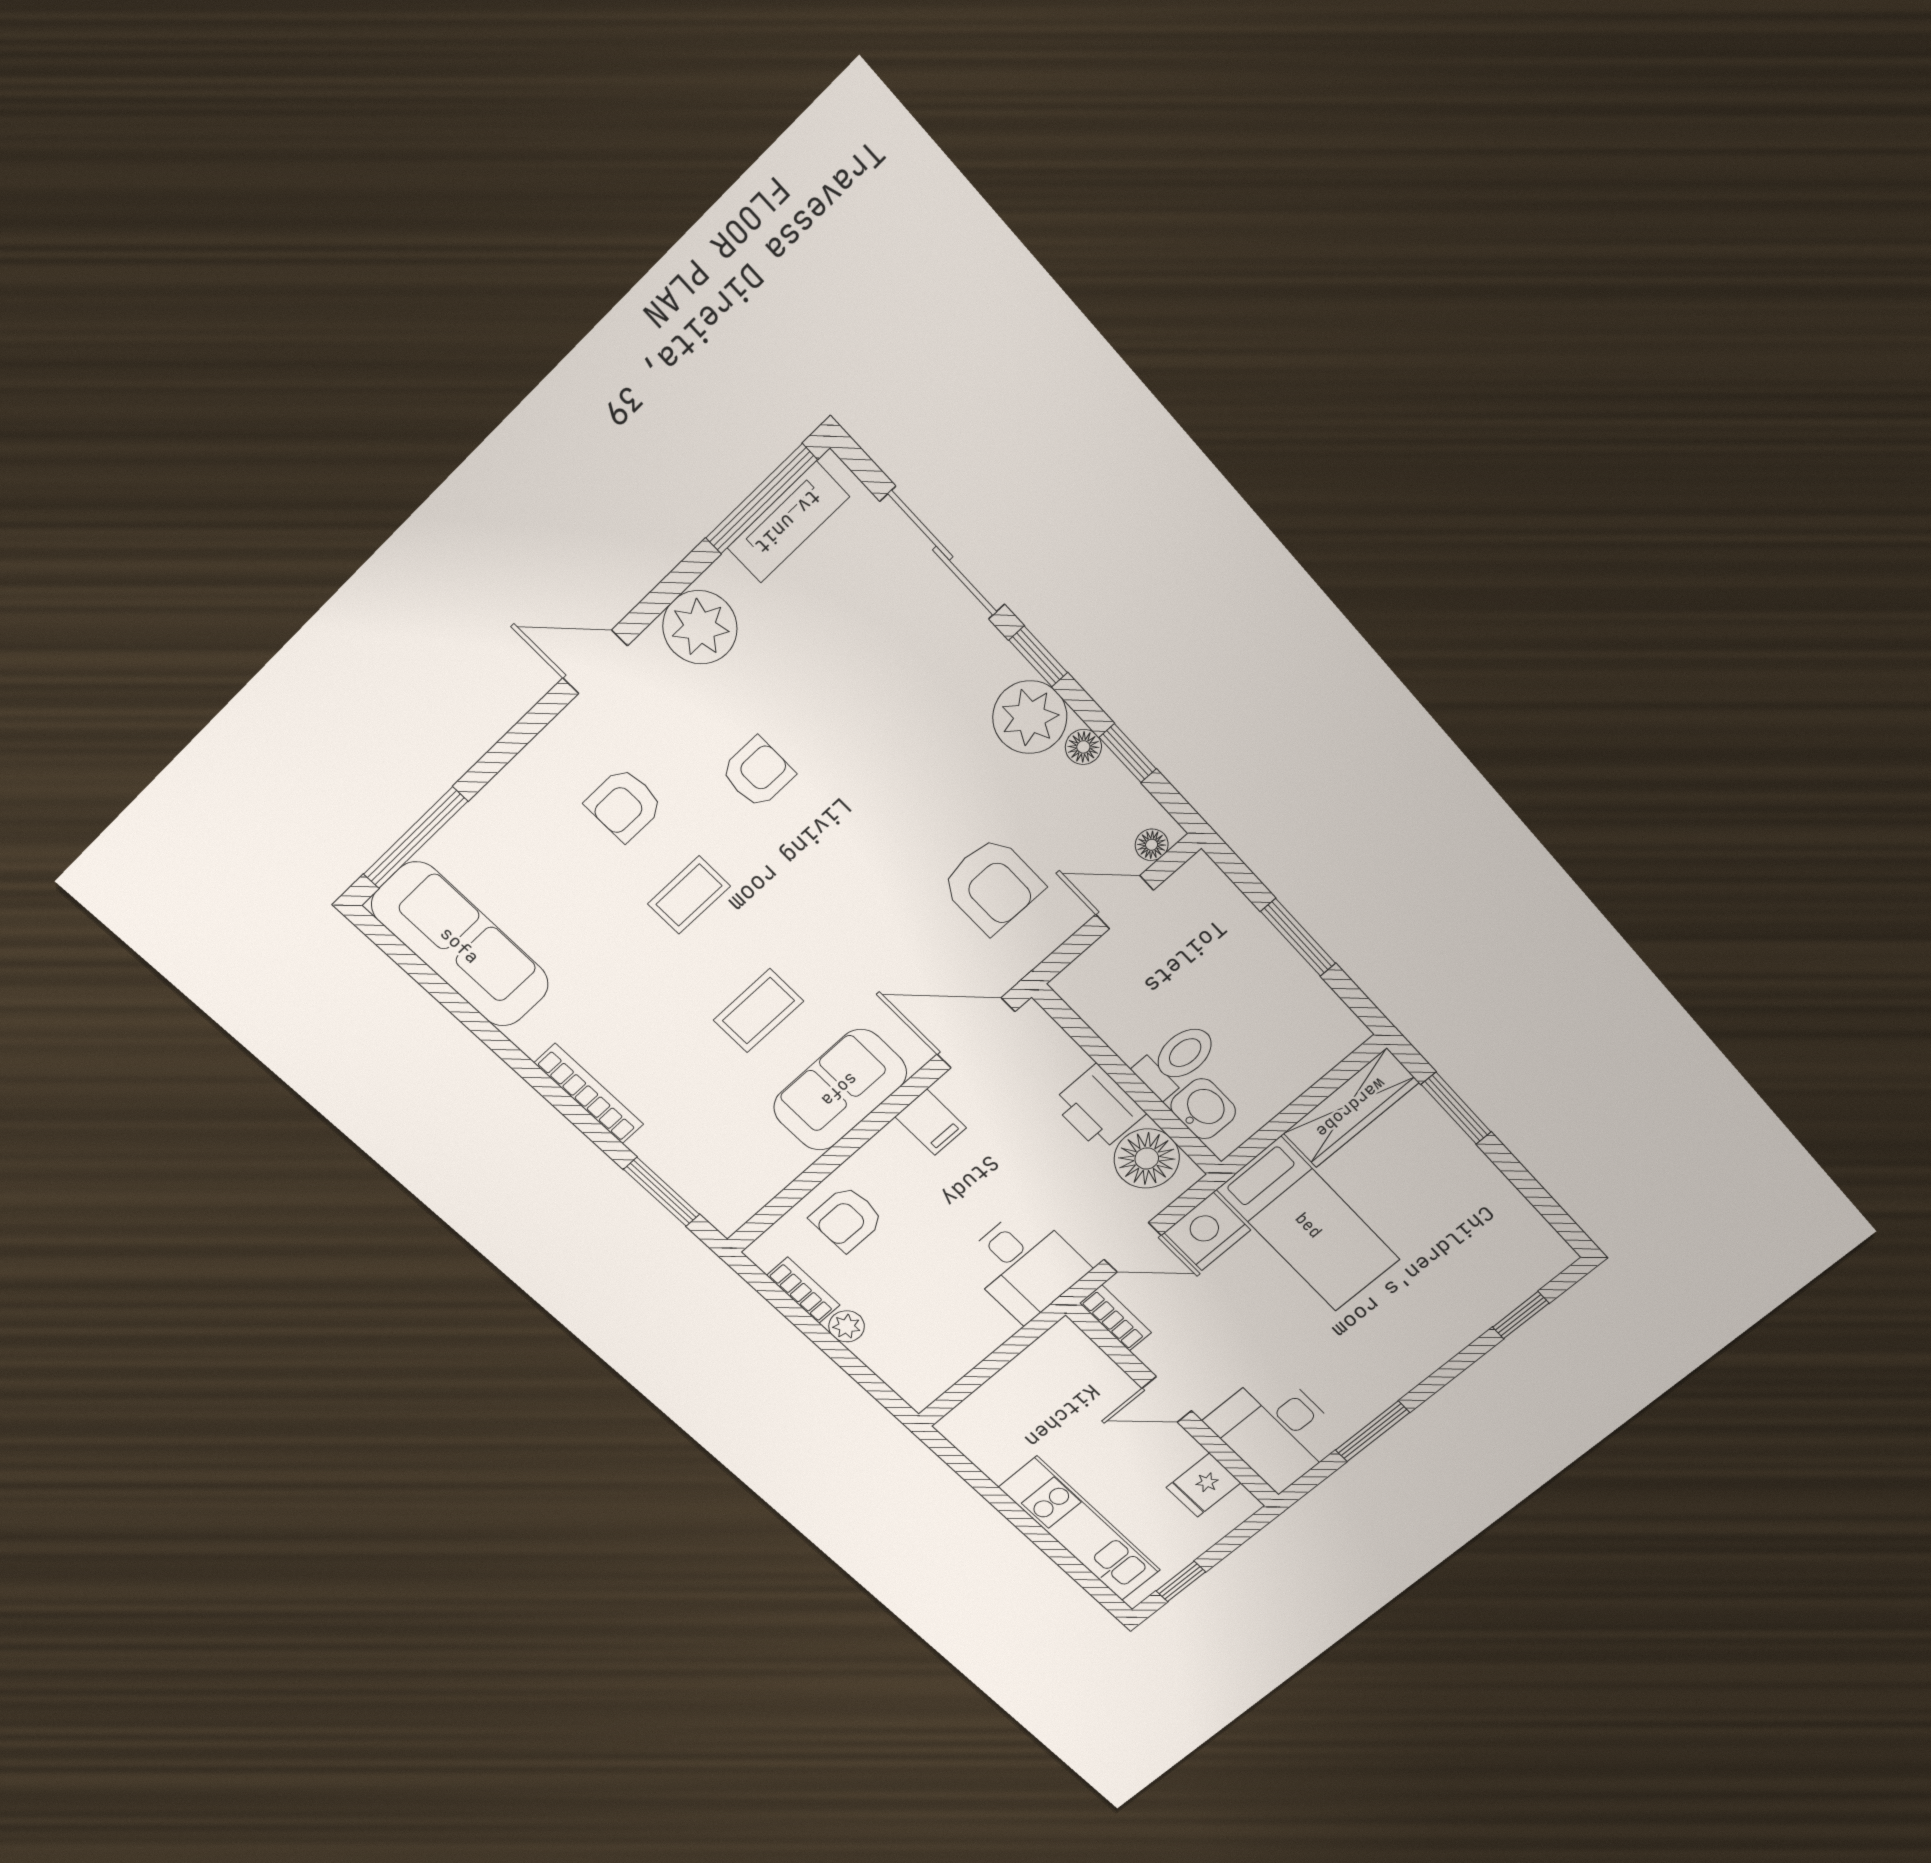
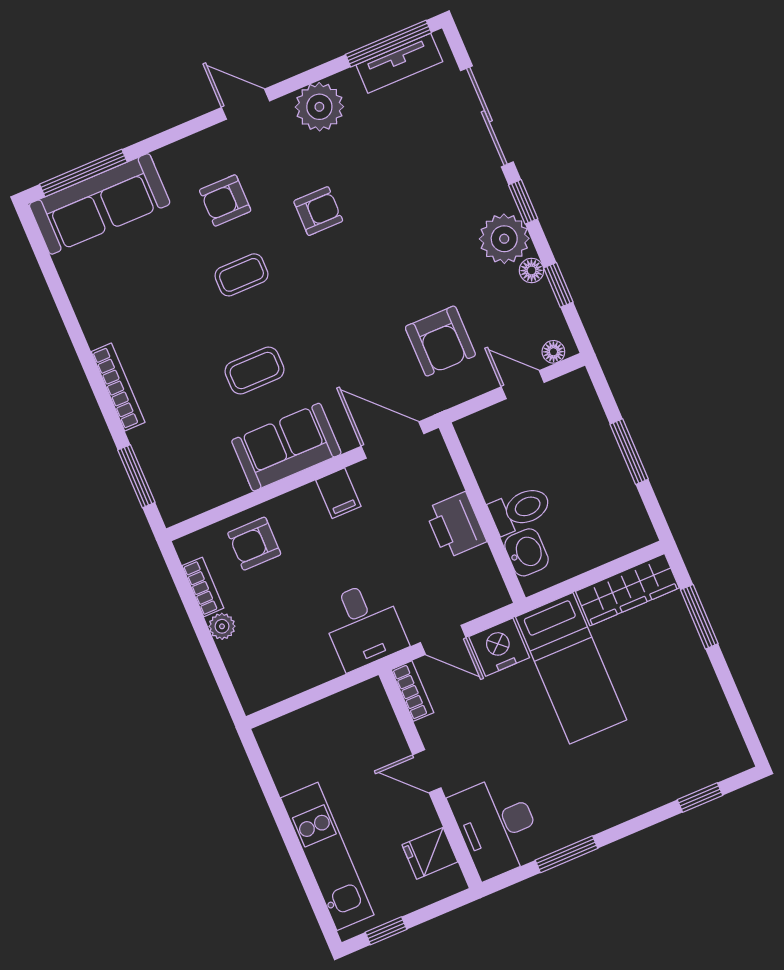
sofa: (460, 945) -> (100, 204), moved, turned 90
floor lamp: (1147, 1158) -> (476, 575), removed

